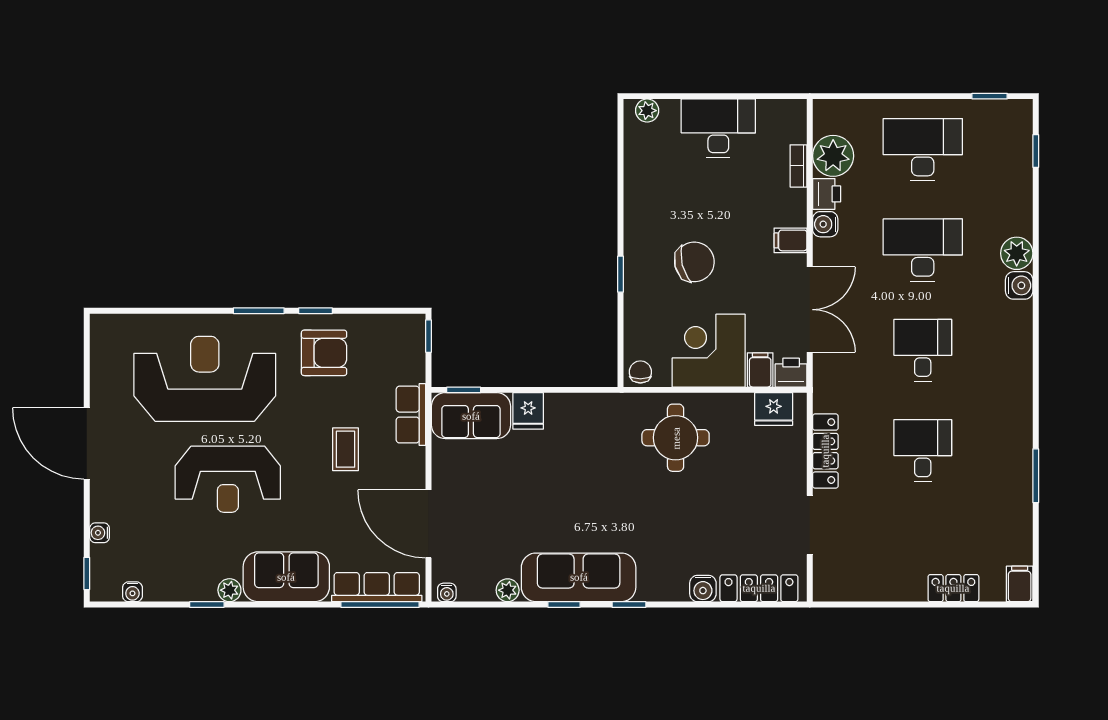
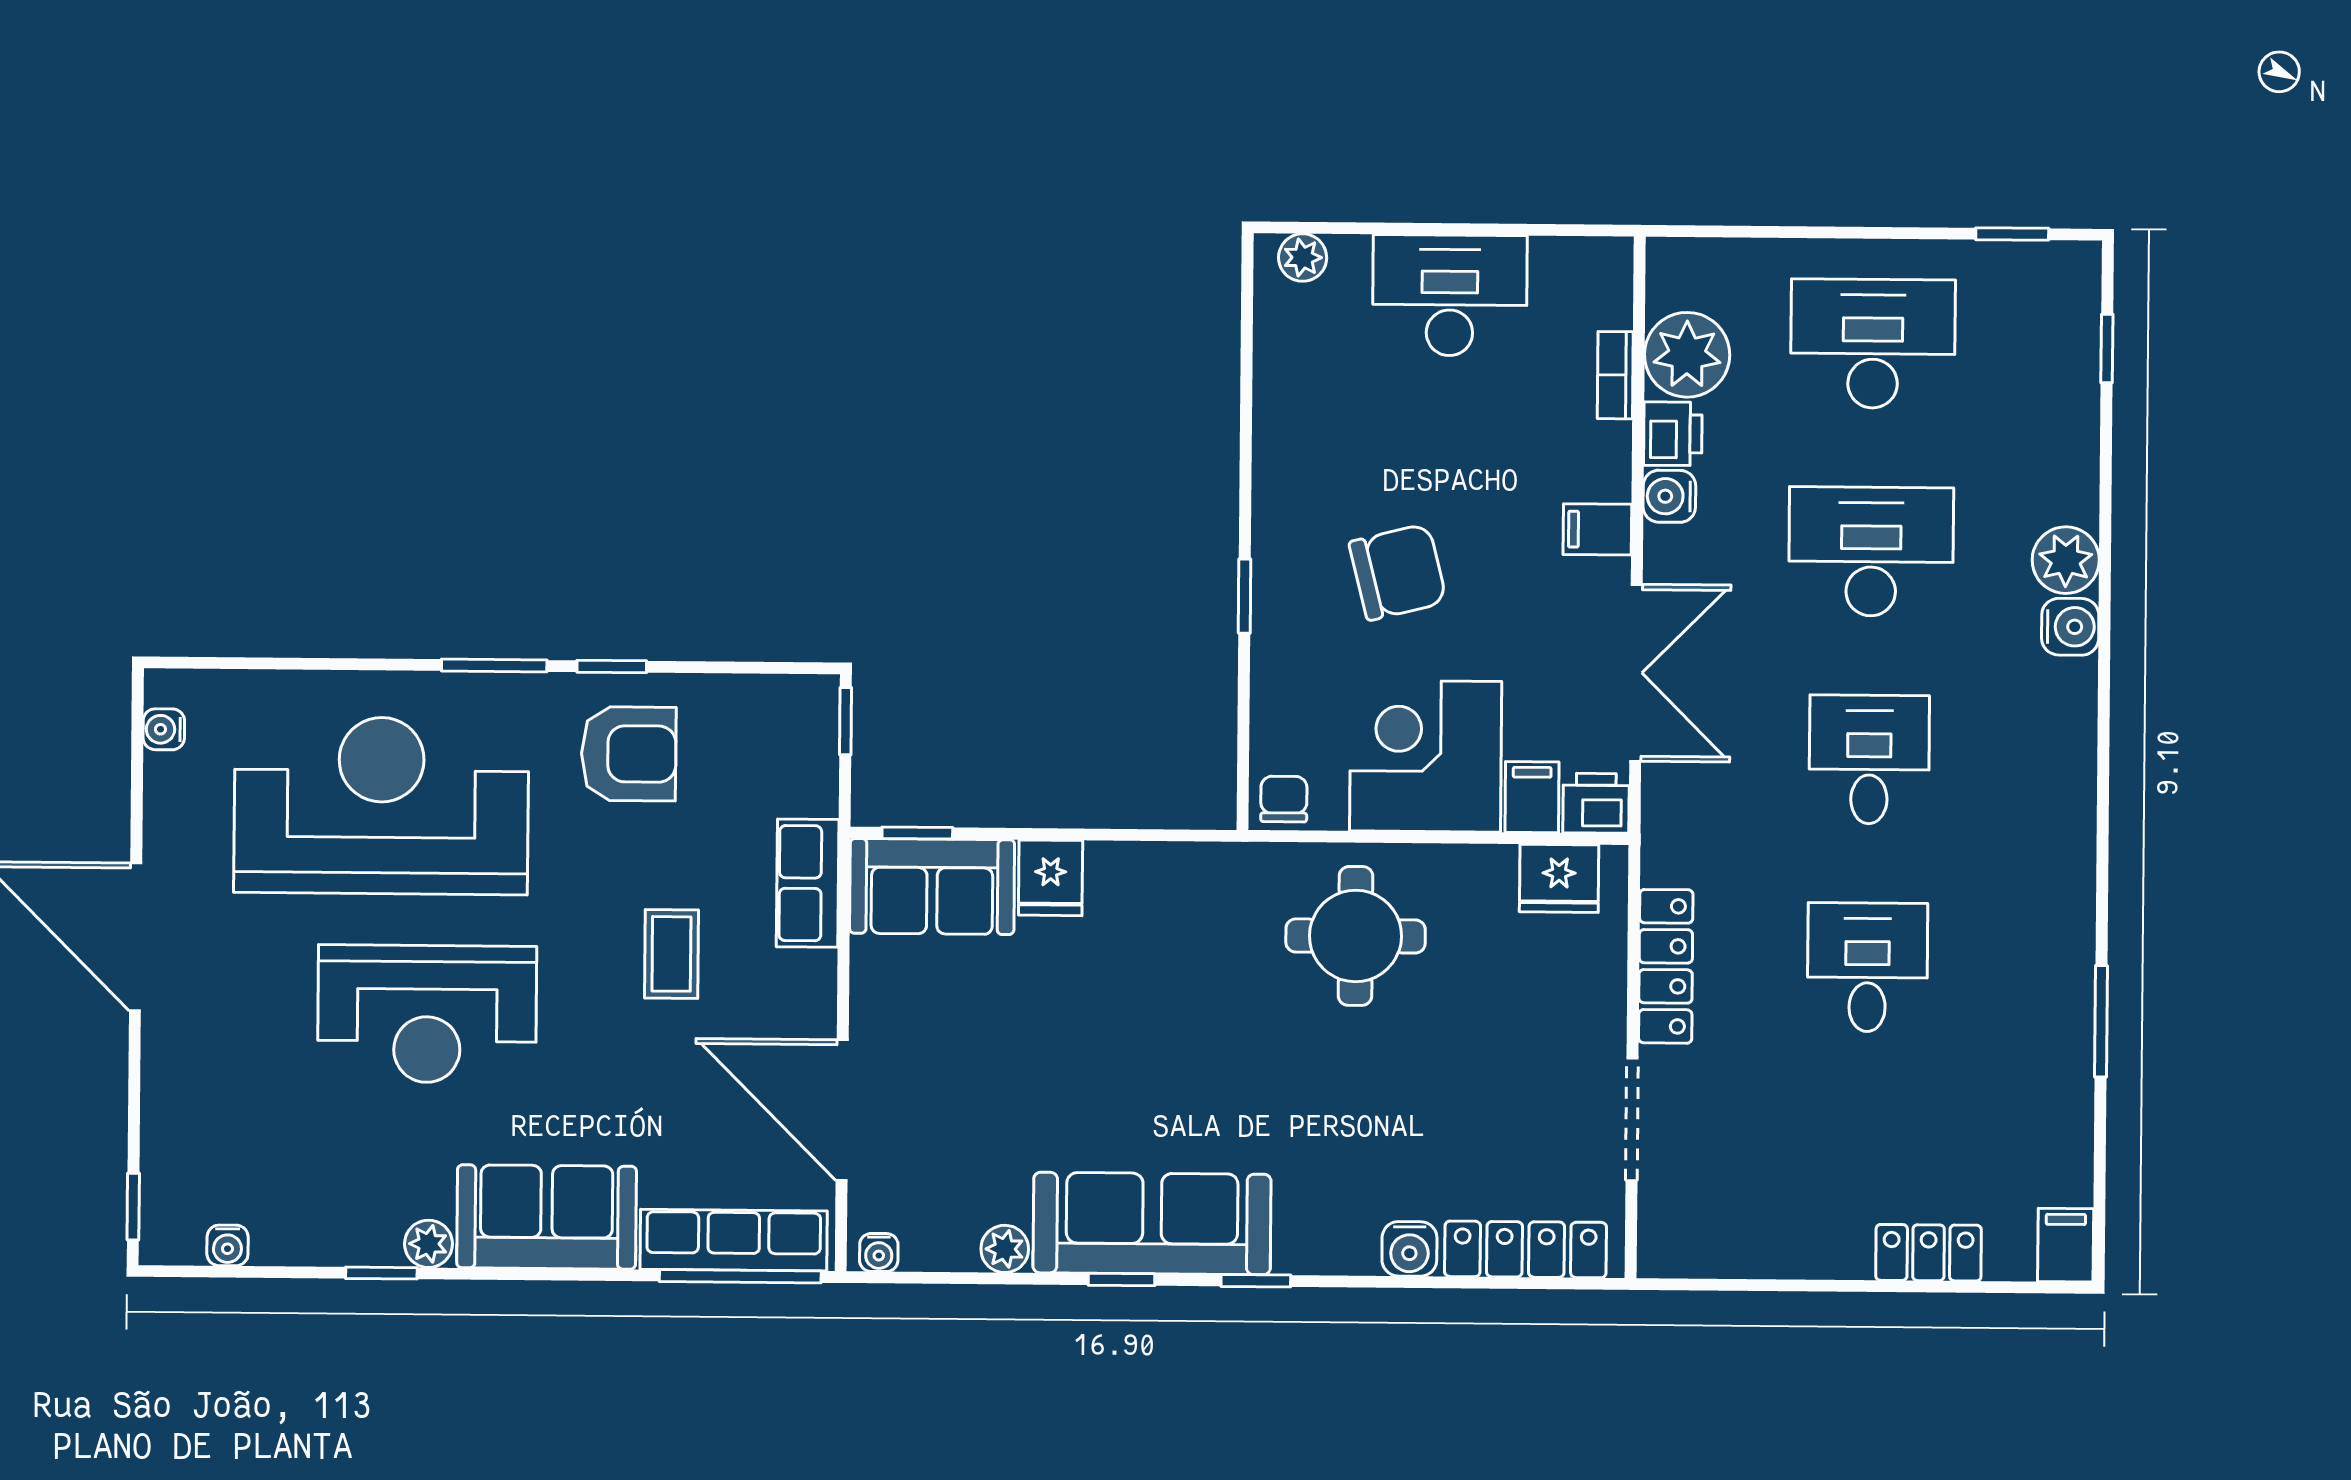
water cooler: (100, 533) -> (164, 729), moved

